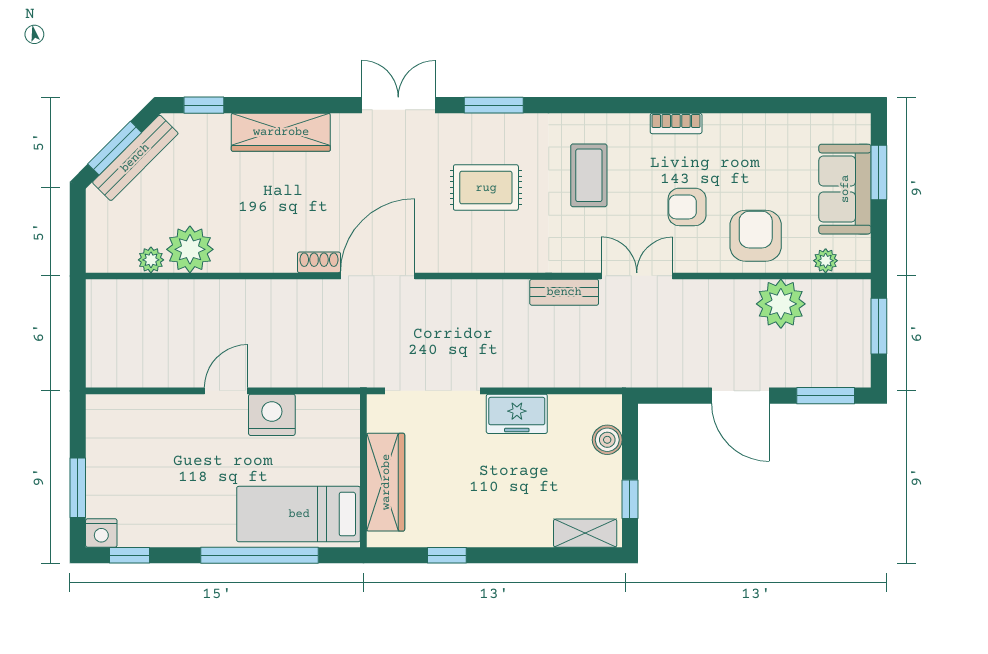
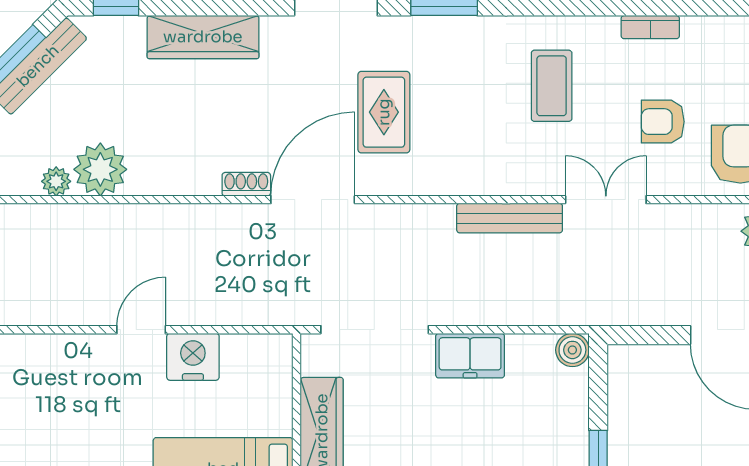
rug: (486, 188) -> (384, 112), moved, turned 90
bench: (564, 292) -> (510, 218), width x1.36
boiler: (607, 440) -> (572, 350), moved

